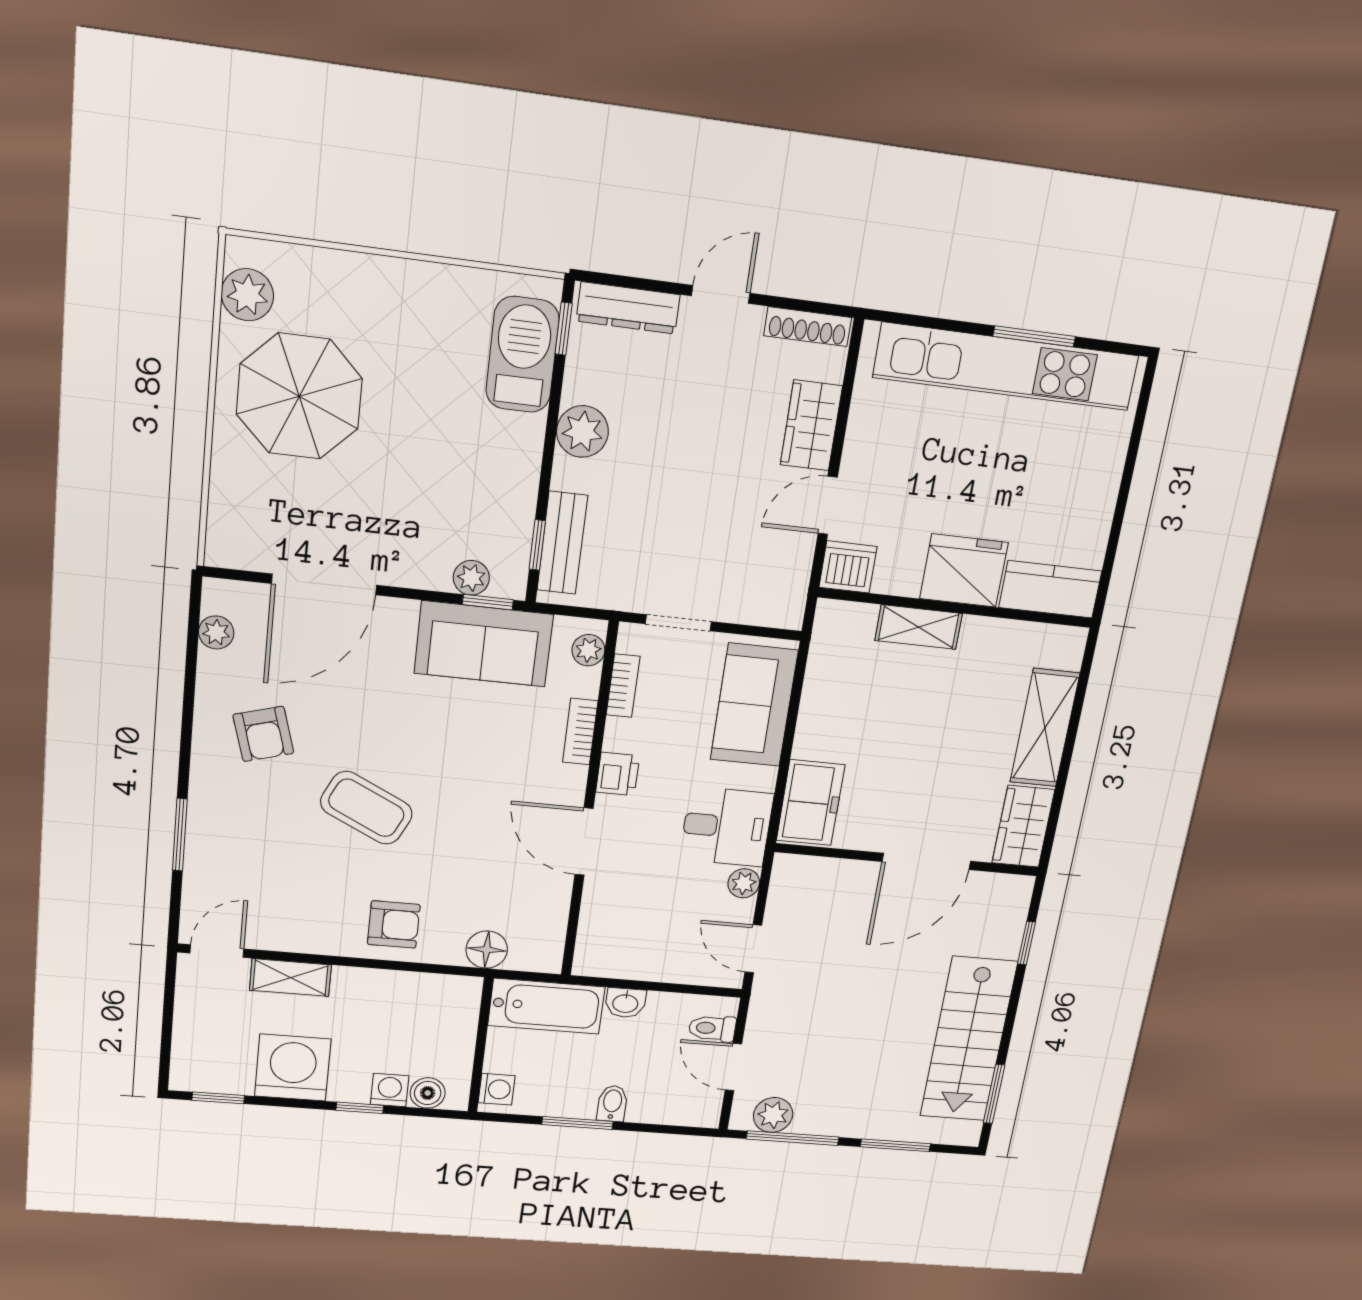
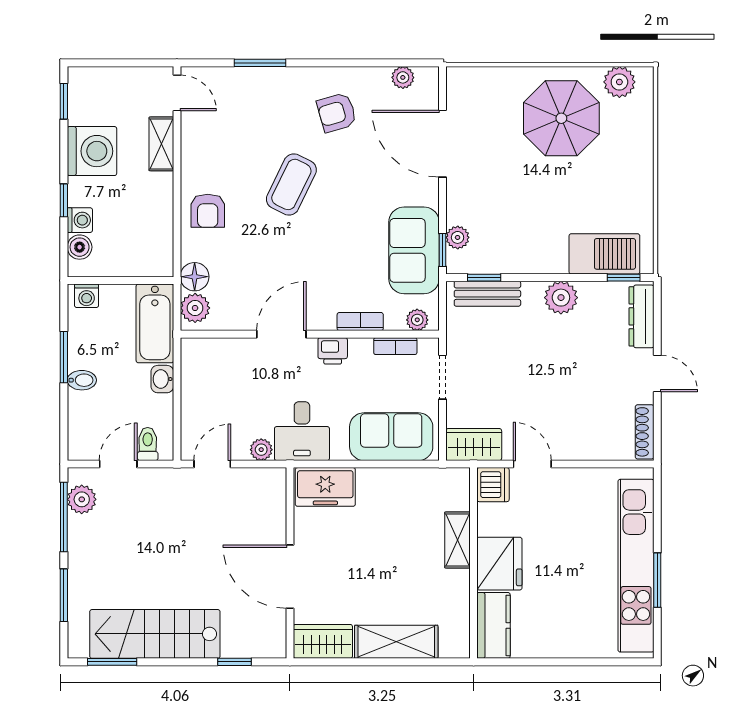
wardrobe: (811, 425) -> (474, 445), moved
plant: (531, 953) -> (195, 308), added

